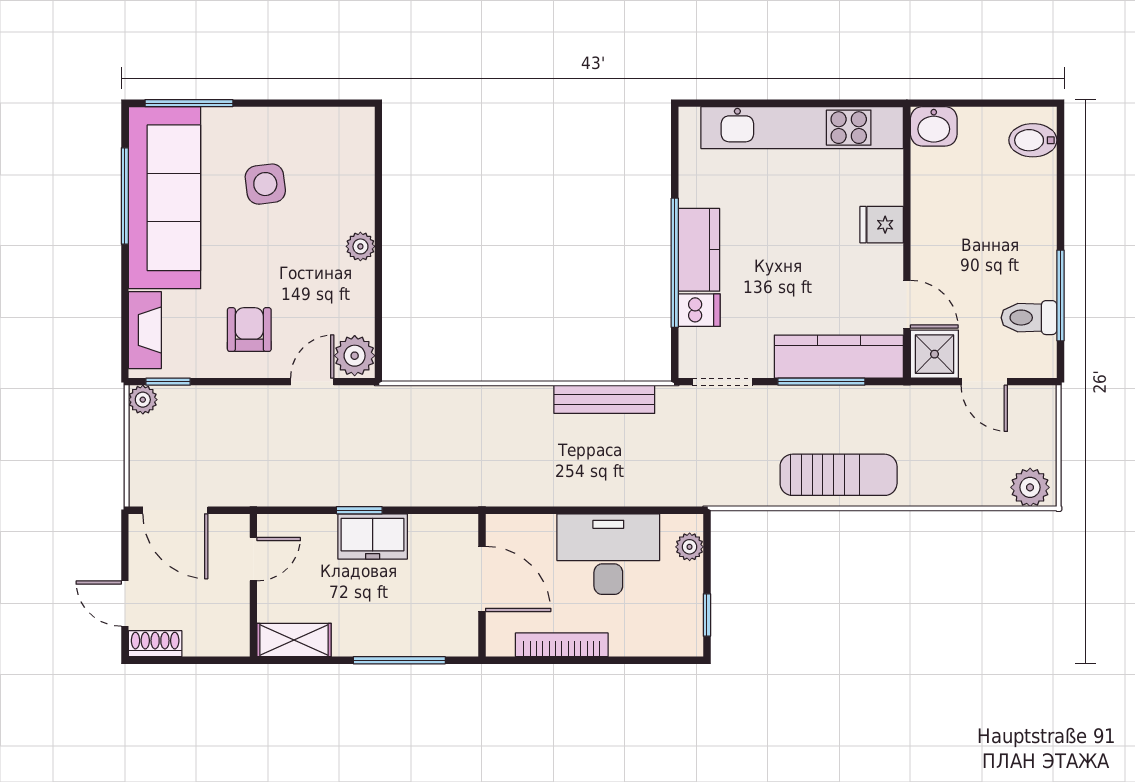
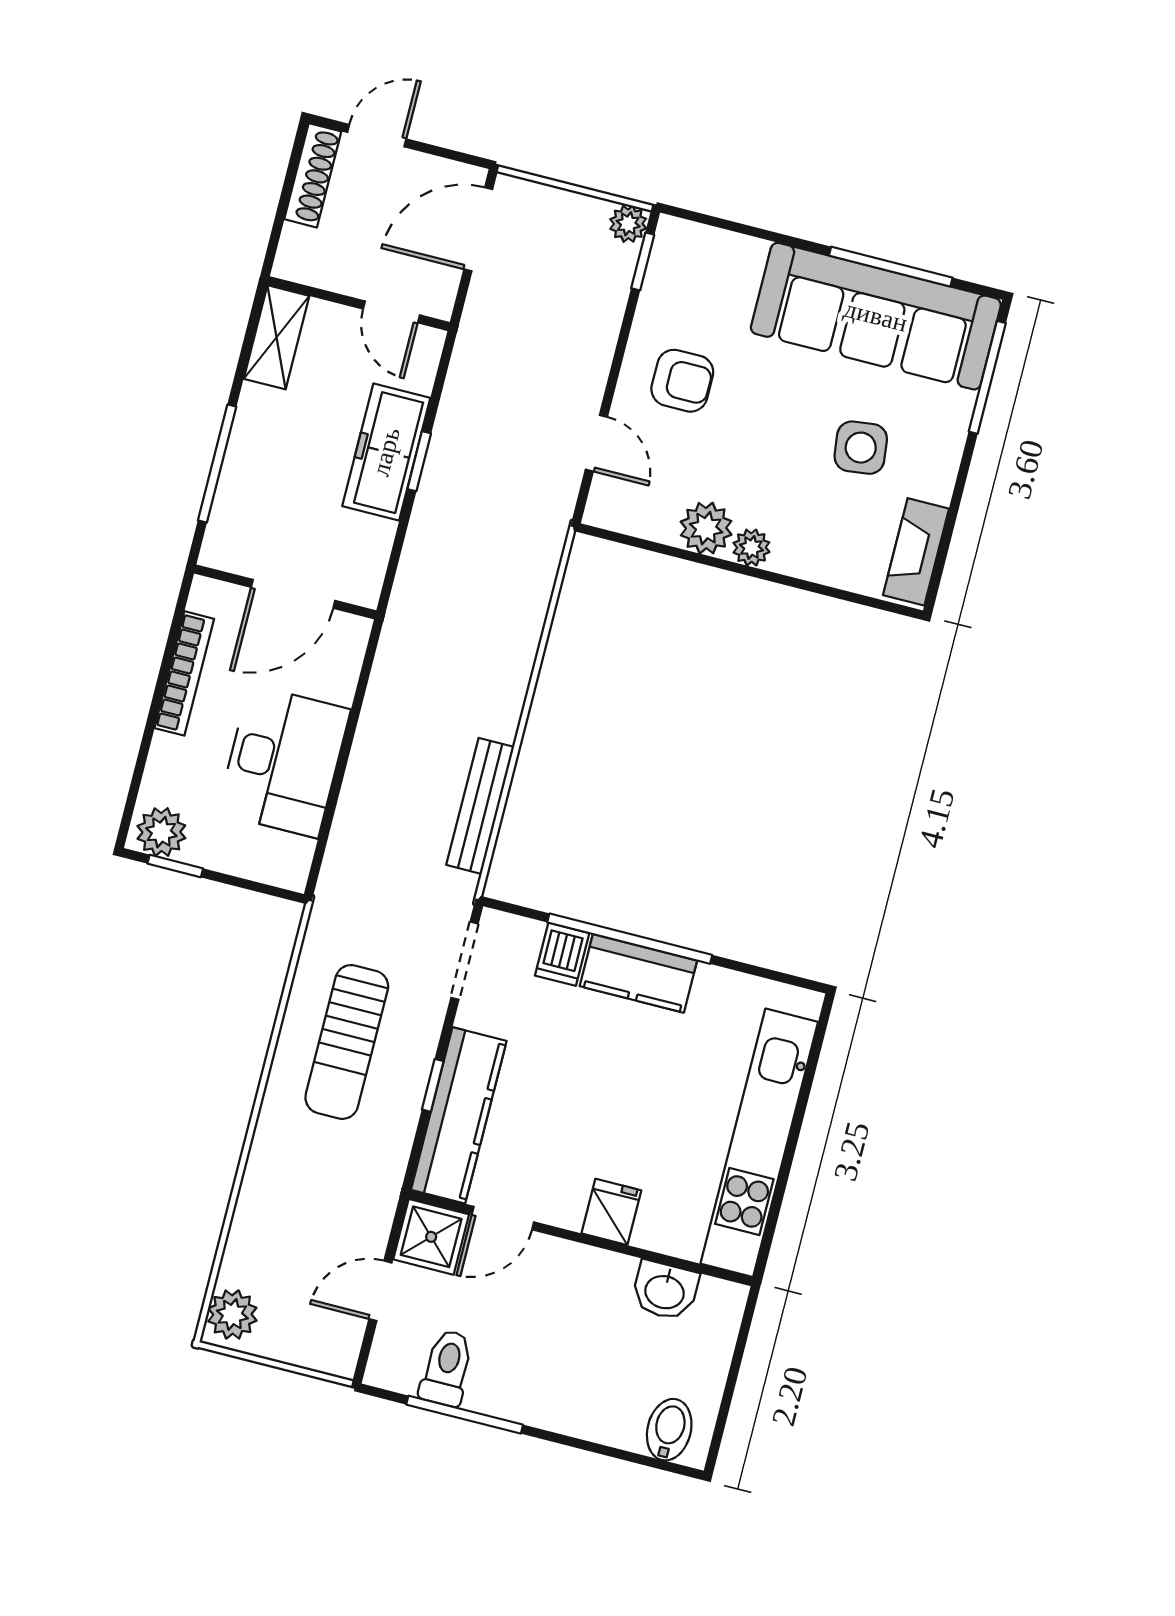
washbasin: (934, 126) -> (665, 1291), moved, turned -90
fireplace: (145, 330) -> (916, 552), moved, turned 90
plant: (355, 356) -> (706, 528), moved
window: (821, 382) -> (433, 1085), width x0.46
sun lounger: (839, 475) -> (347, 1042), moved
freezer: (373, 536) -> (386, 452), width x1.40
plant: (690, 547) -> (161, 832), moved, width x1.38, depth x1.38
shoe rack: (155, 644) -> (313, 175), width x1.43

